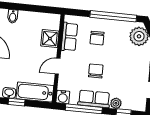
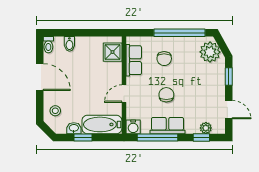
shower: (50, 39) -> (113, 52), moved
plant: (116, 103) -> (206, 128), moved

